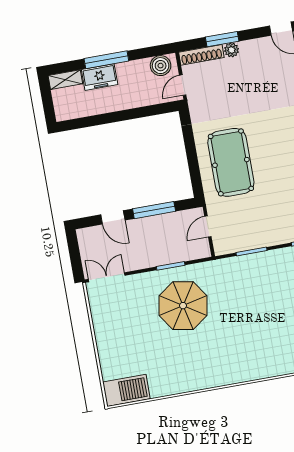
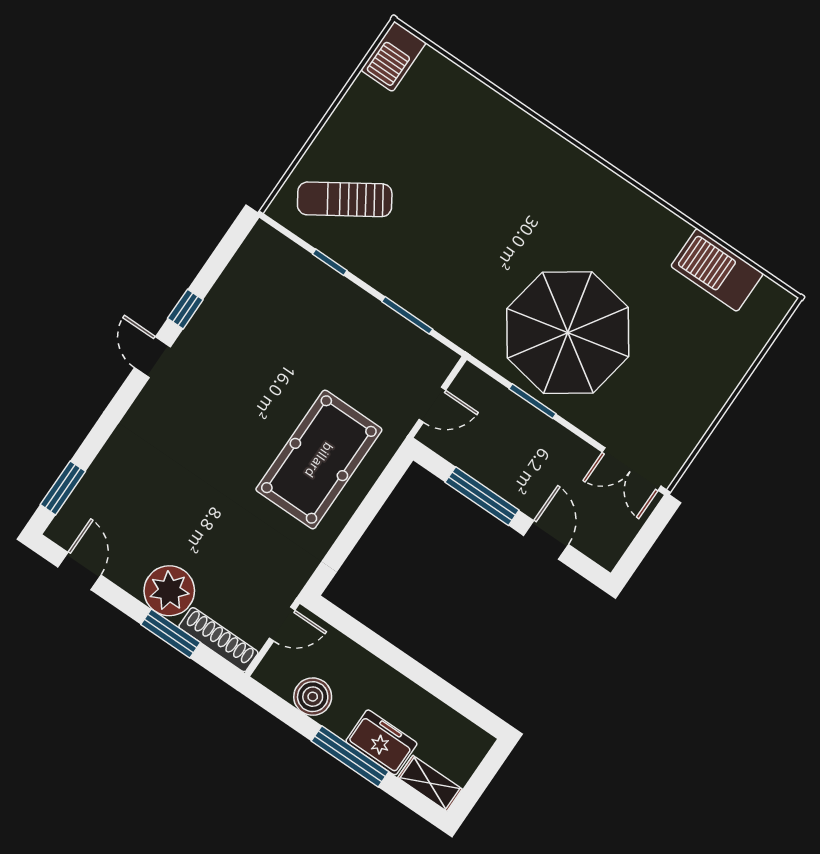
plant: (232, 50) -> (169, 591), width x1.87, depth x1.87
boiler: (161, 66) -> (313, 697), moved
parasol: (183, 306) -> (568, 333), width x1.36, depth x1.36
barbecue: (126, 390) -> (717, 270), moved

